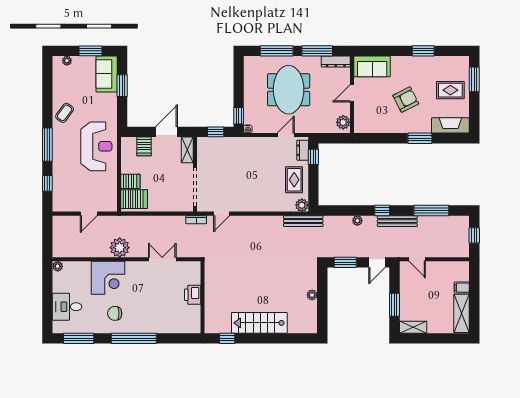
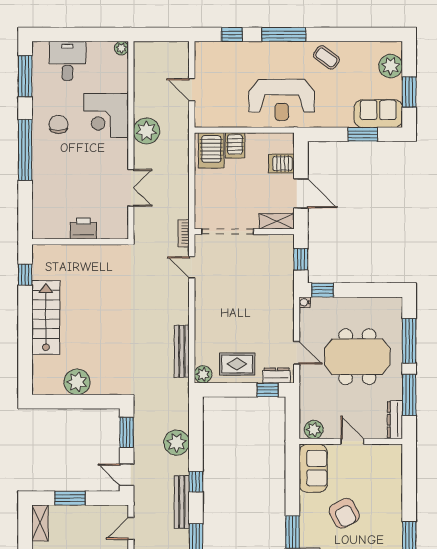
plant: (67, 61) -> (391, 66), width x1.87, depth x1.87
sofa: (372, 66) -> (313, 468), moved, turned 180
bench: (303, 221) -> (182, 351), moved
plant: (357, 221) -> (177, 443), width x1.88, depth x1.88
plant: (312, 295) -> (77, 382), width x1.88, depth x1.88

